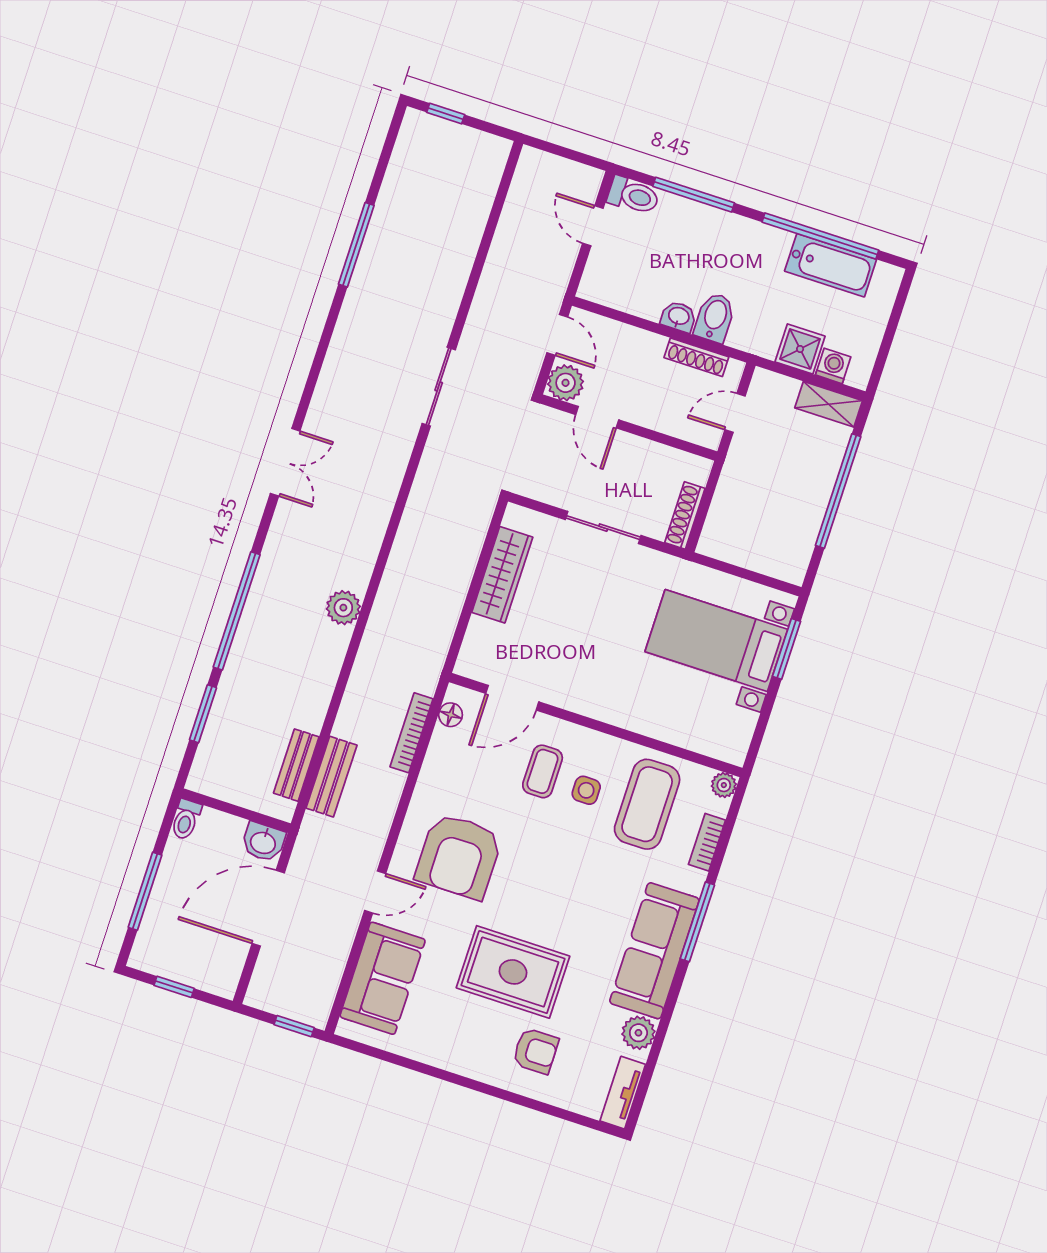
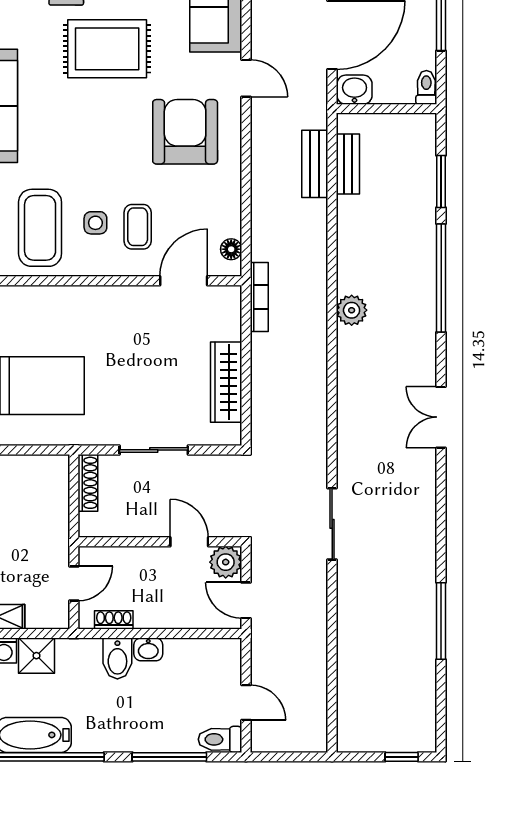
shoe rack: (696, 357) -> (114, 620), width x0.70
bookcase: (412, 733) -> (259, 297), moved
door: (375, 892) -> (246, 78), swing flipped

